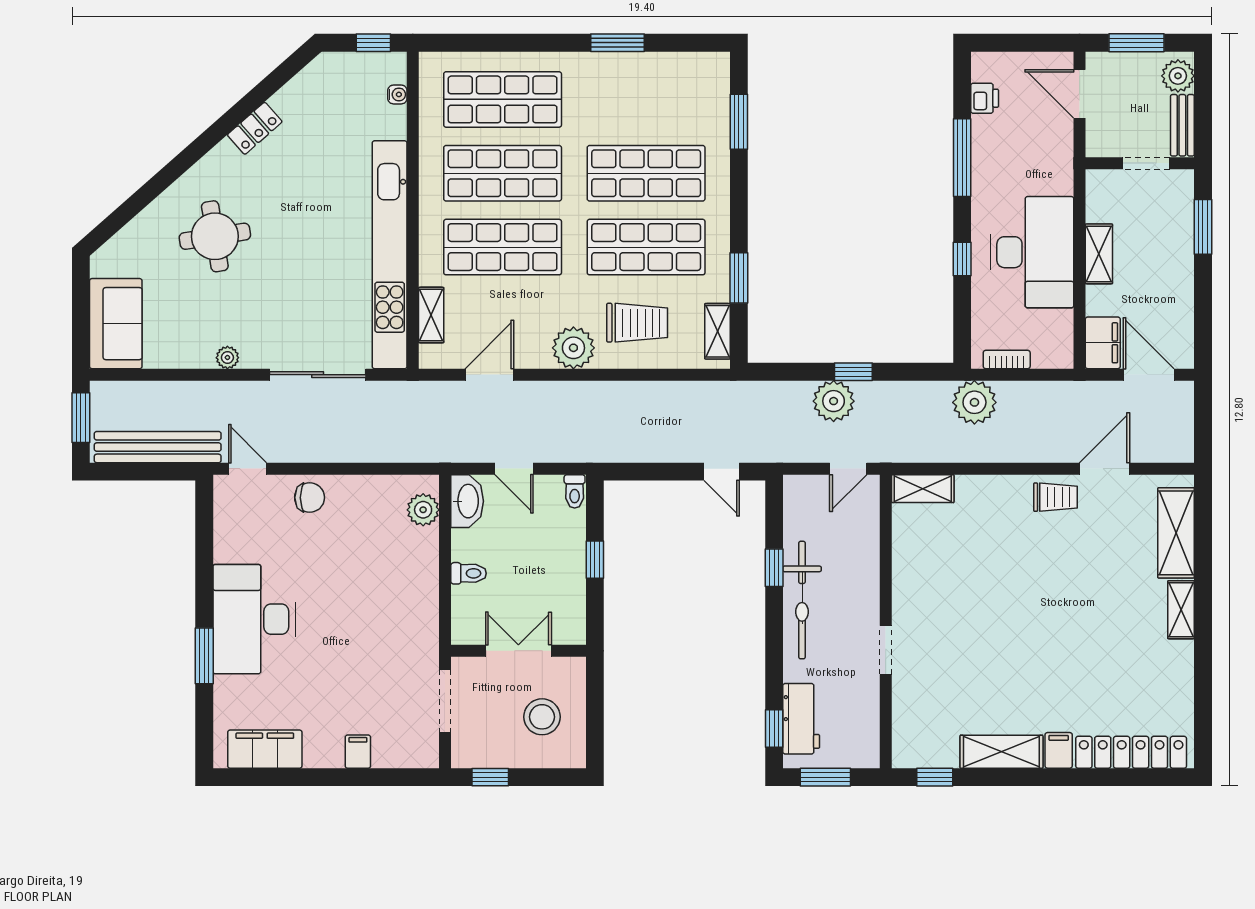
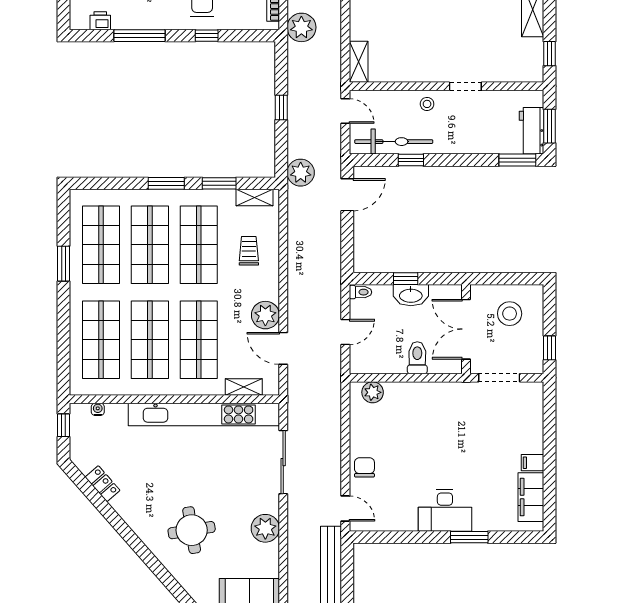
shop shelf: (646, 99) -> (101, 245), added
window: (739, 122) -> (166, 183), moved
locker: (255, 128) -> (102, 484), moved
trolley: (637, 323) -> (249, 251), width x0.73, depth x0.72
plant: (573, 348) -> (265, 315), moved
plant: (227, 358) -> (265, 528), width x1.88, depth x1.88
plant: (834, 401) -> (301, 173), moved
door: (248, 469) -> (345, 508), swing flipped
door: (722, 472) -> (347, 195), width x1.38
washbasin: (467, 501) -> (411, 295), moved, turned 180
toilet: (469, 573) -> (417, 358), width x1.37, depth x1.39
stool: (859, 592) -> (427, 104), added
bicycle: (802, 600) -> (394, 142), moved
desk: (254, 619) -> (445, 510), width x0.73, depth x0.77
double door: (518, 651) -> (466, 329), width x1.37
workbench: (801, 719) -> (532, 131), moved, turned -90
window: (774, 729) -> (517, 160), width x1.50
filing cabinet: (358, 752) -> (533, 463), moved

